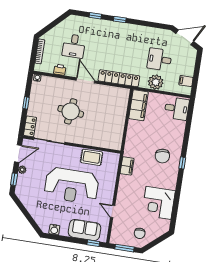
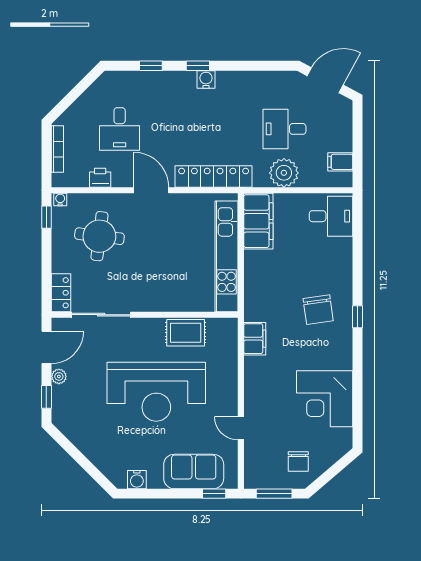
water cooler: (123, 27) -> (206, 79), added
window: (26, 103) -> (46, 217), moved
round table: (71, 111) -> (99, 236), moved
kitchen unit: (119, 121) -> (227, 256), added

